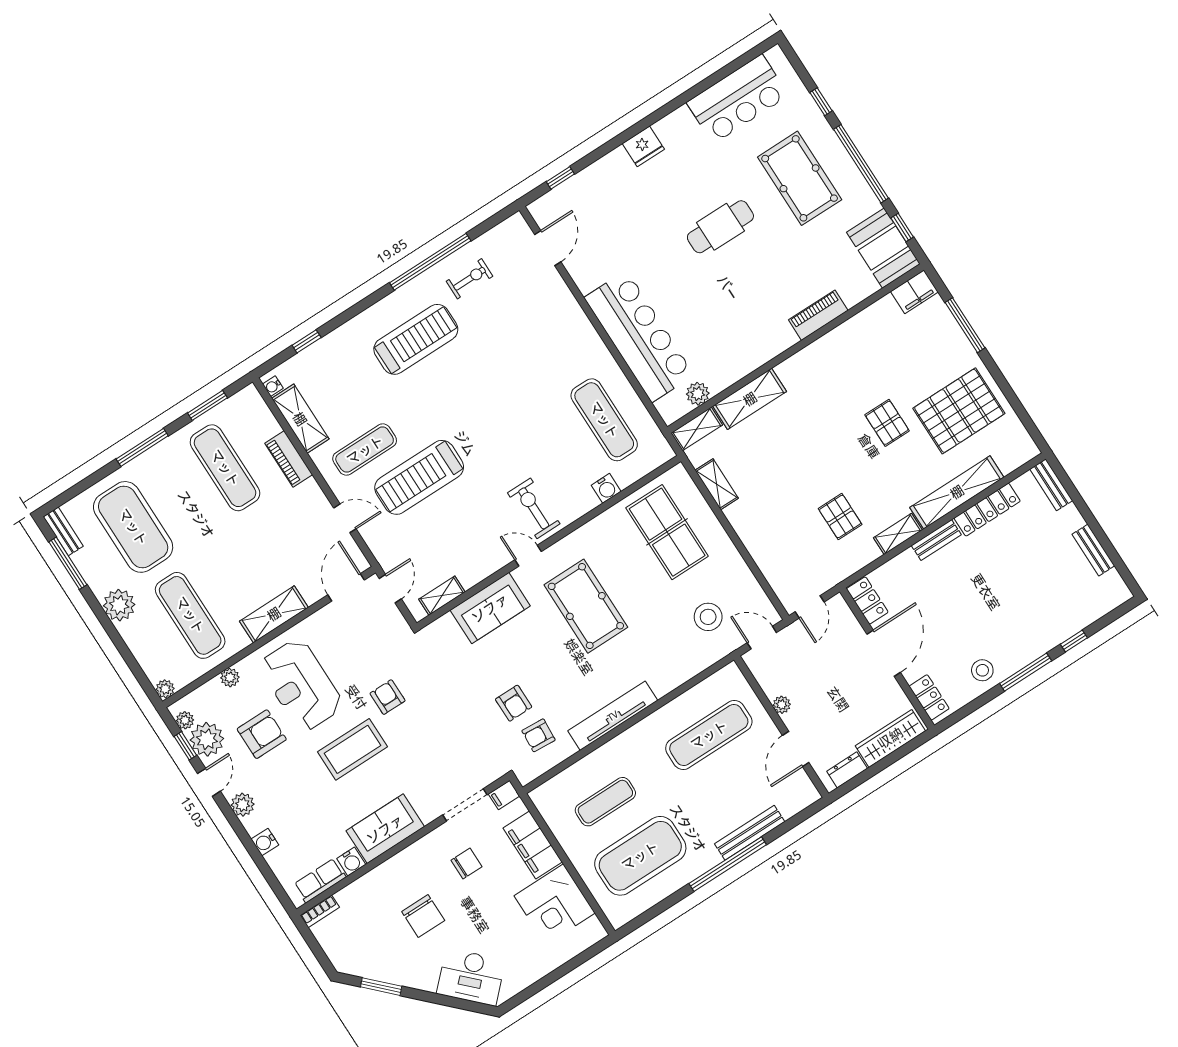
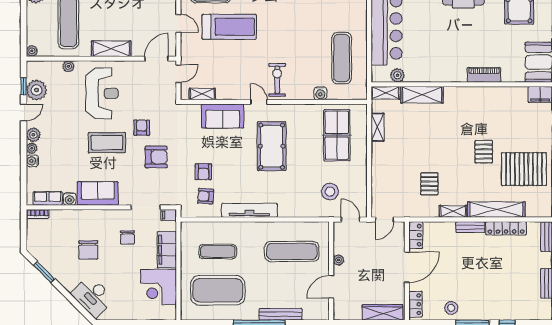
treadmill: (419, 477) -> (229, 27), turned 180
reception desk: (301, 685) -> (102, 93), turned 180
plant: (185, 720) -> (32, 148), moved
armchair: (262, 734) -> (156, 157), moved
dresser: (847, 770) -> (350, 314), removed
chair: (467, 864) -> (127, 238), turned 90

